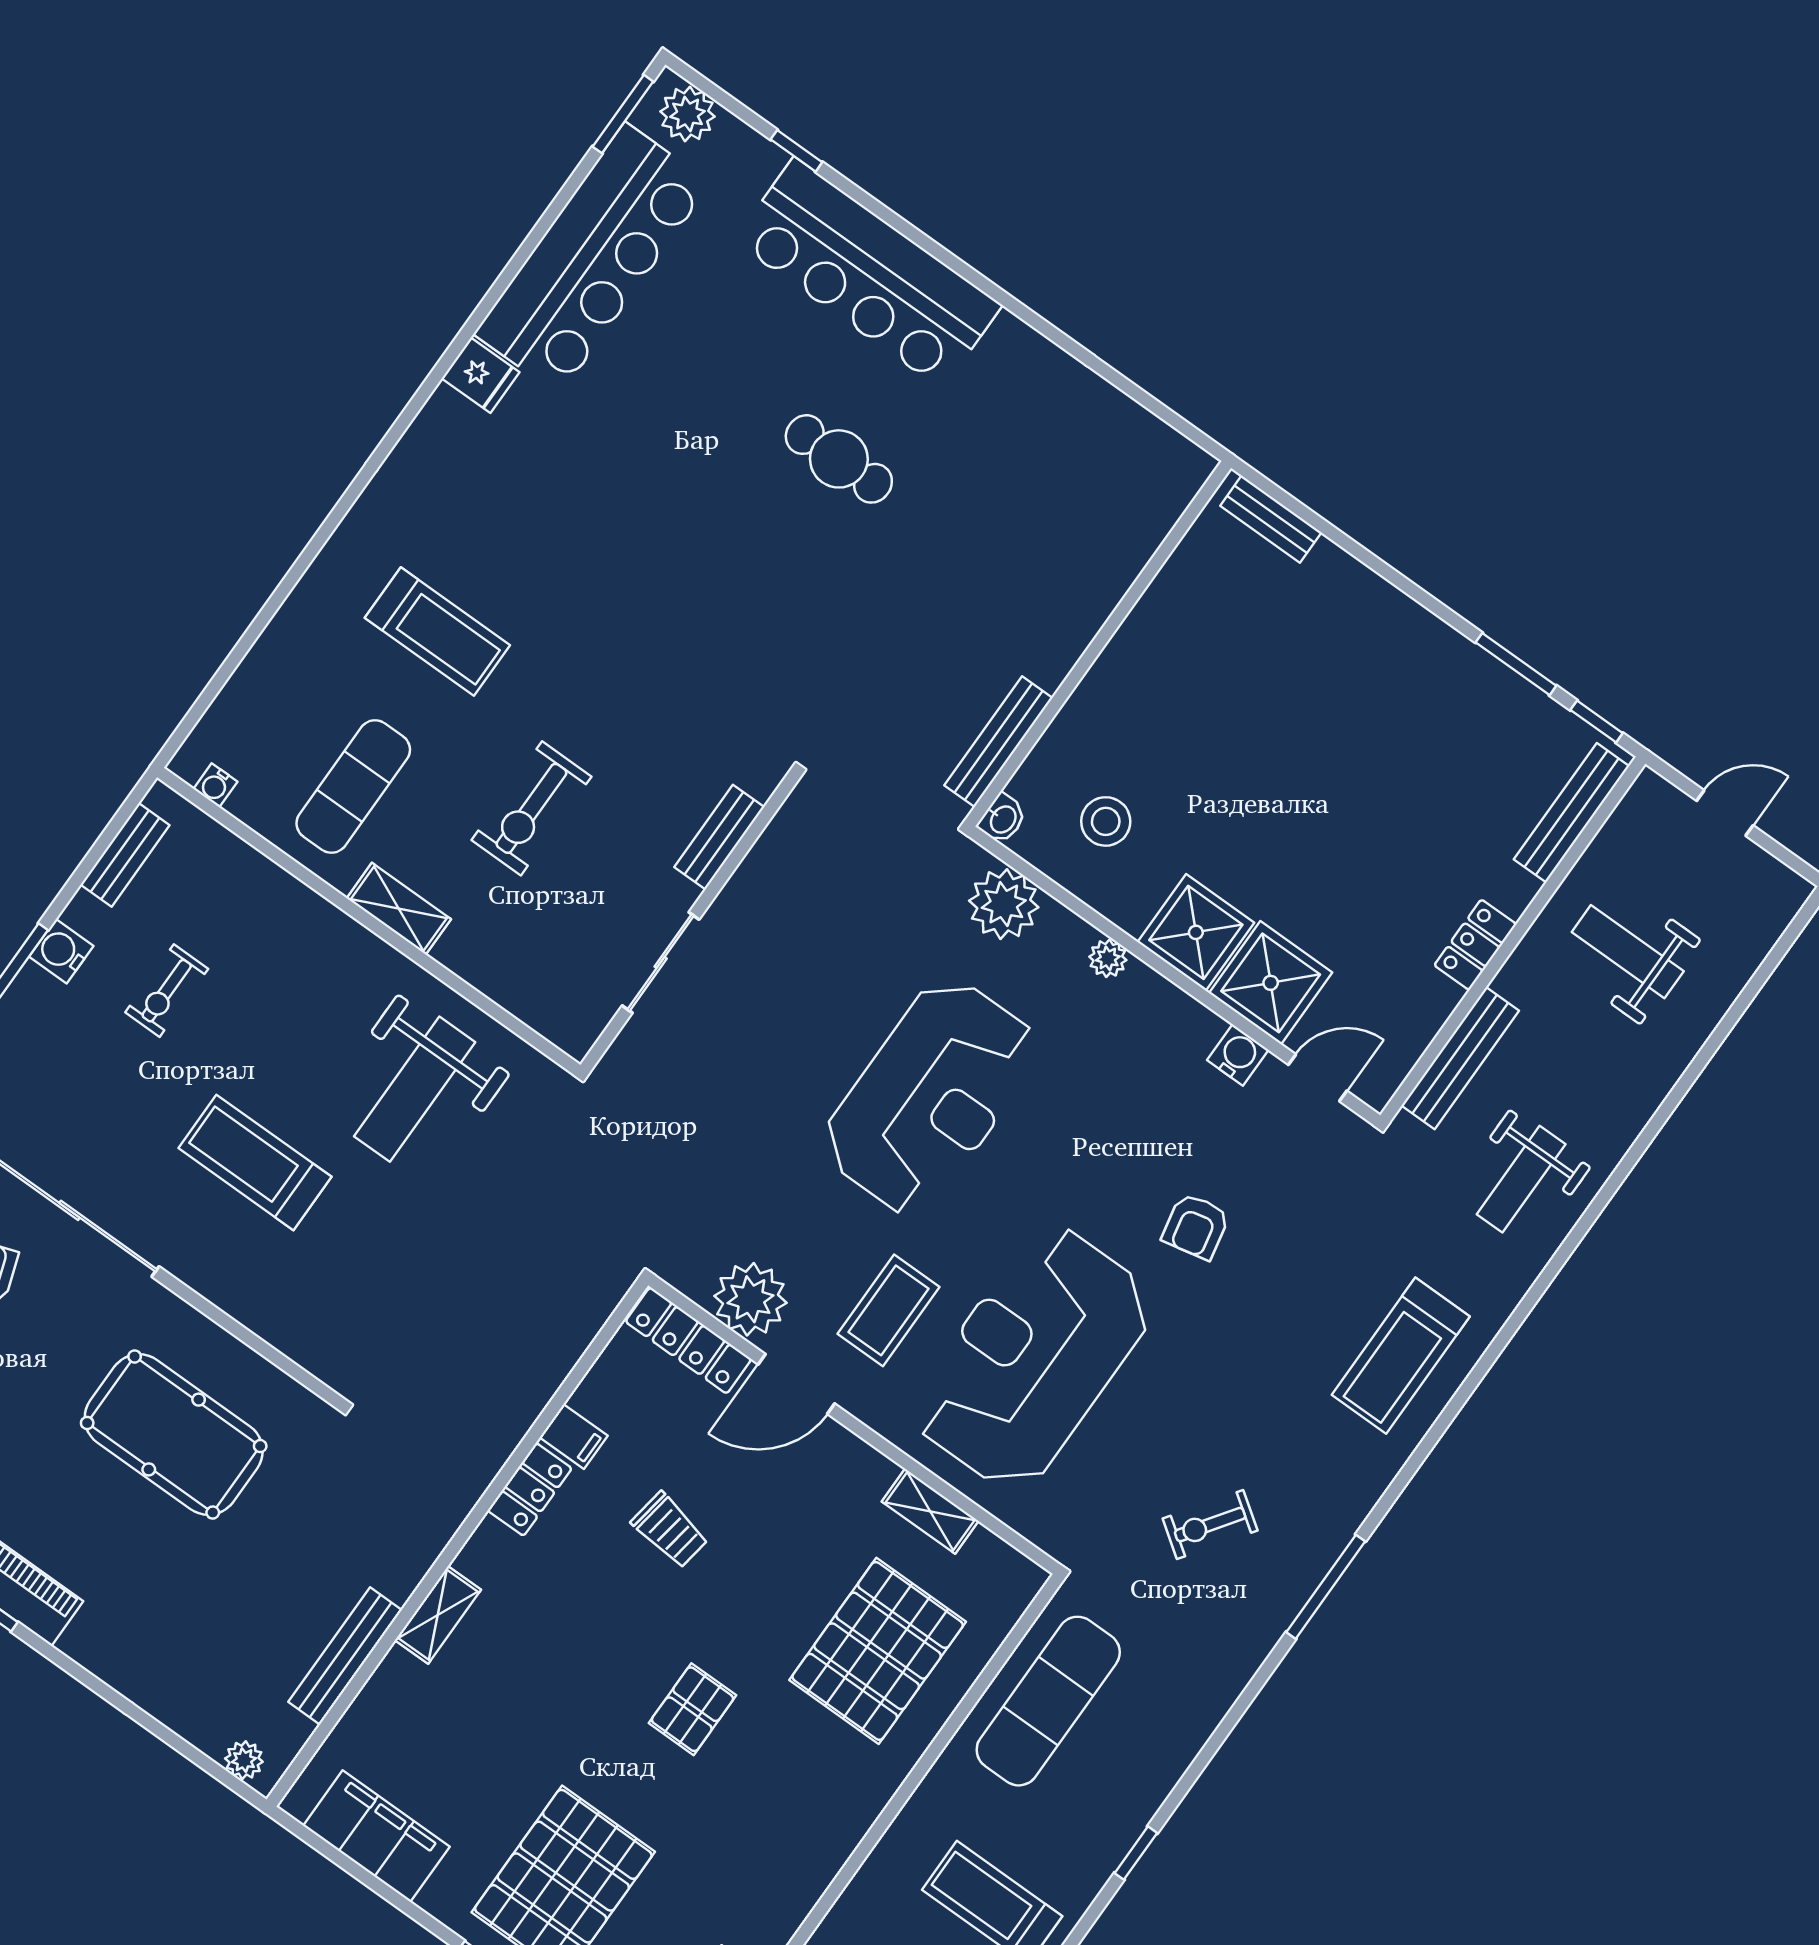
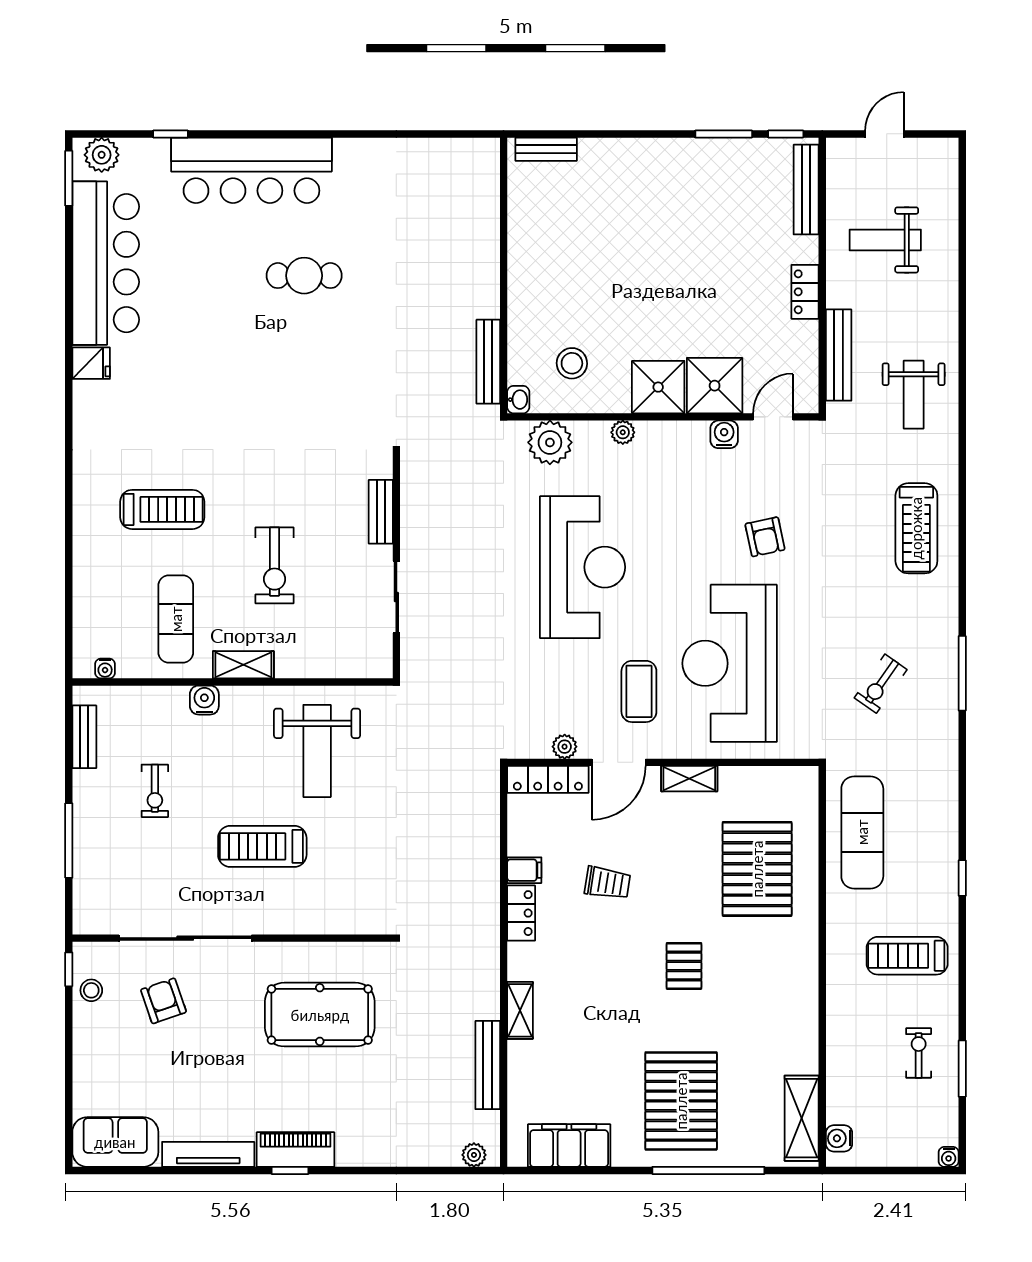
water cooler: (61, 951) -> (204, 700), moved, turned 90
plant: (750, 1299) -> (565, 747), width x0.53, depth x0.53
shelving: (930, 1511) -> (689, 779), moved

